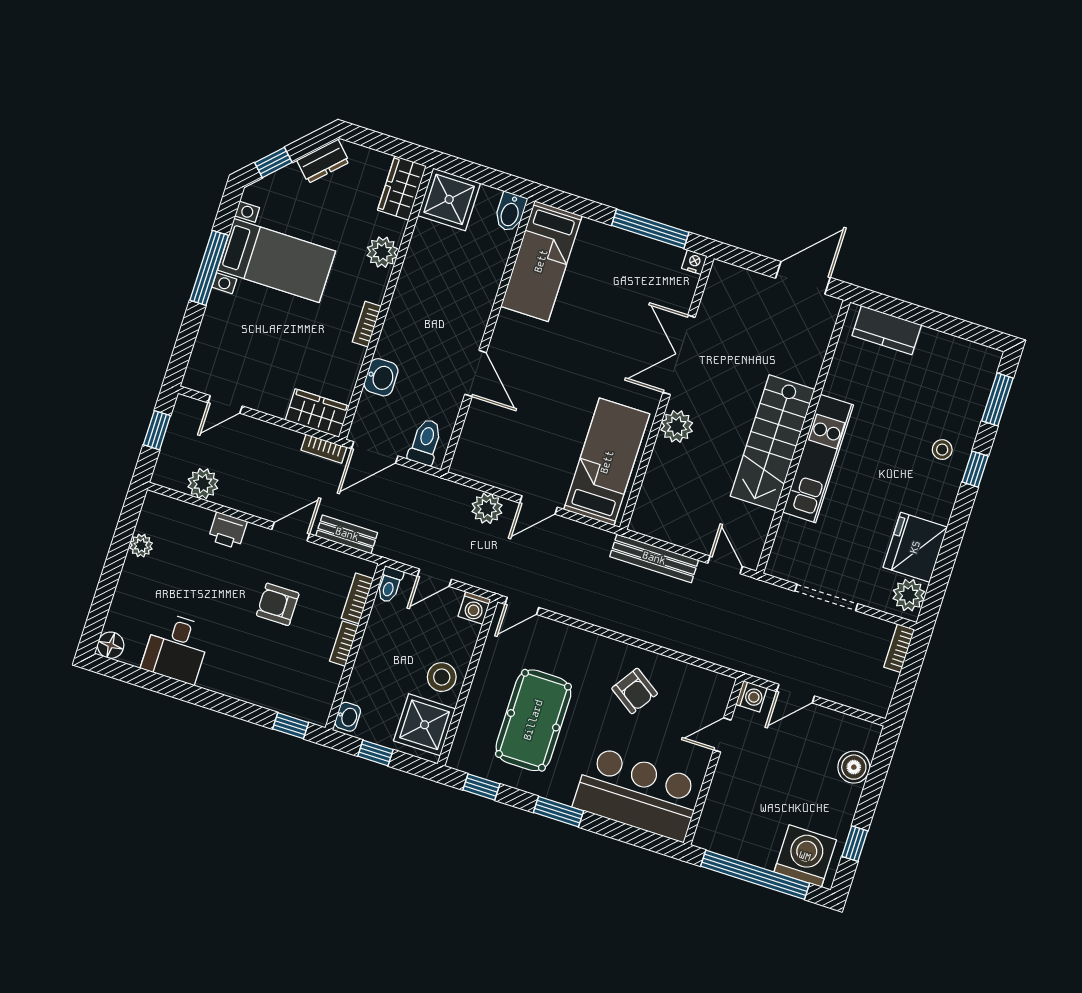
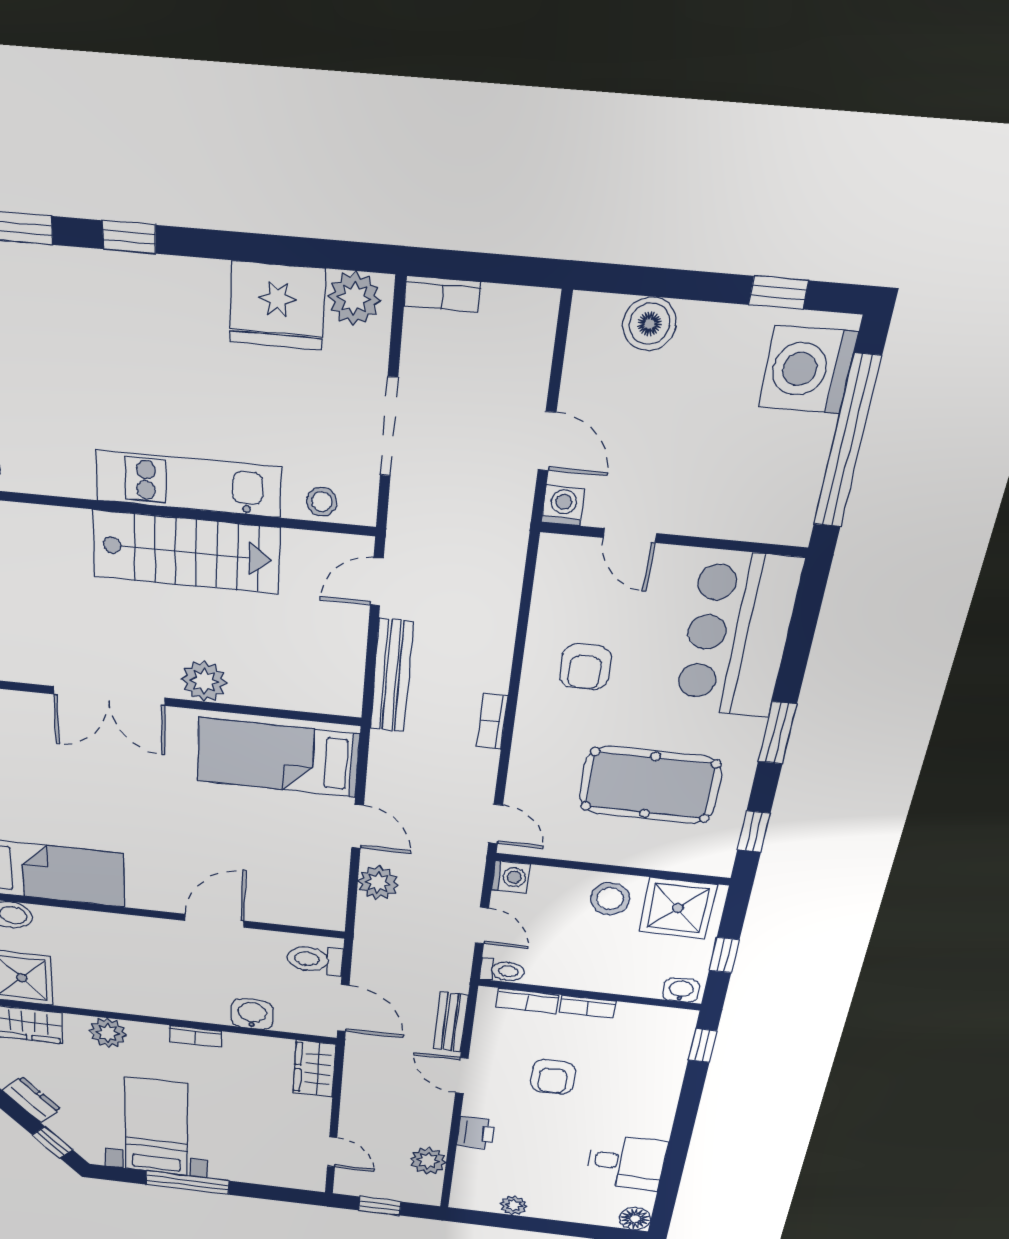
bookcase: (324, 449) -> (492, 721), moved, turned 180
stool: (942, 450) -> (322, 502), moved
armchair: (635, 691) -> (585, 667), turned 146

